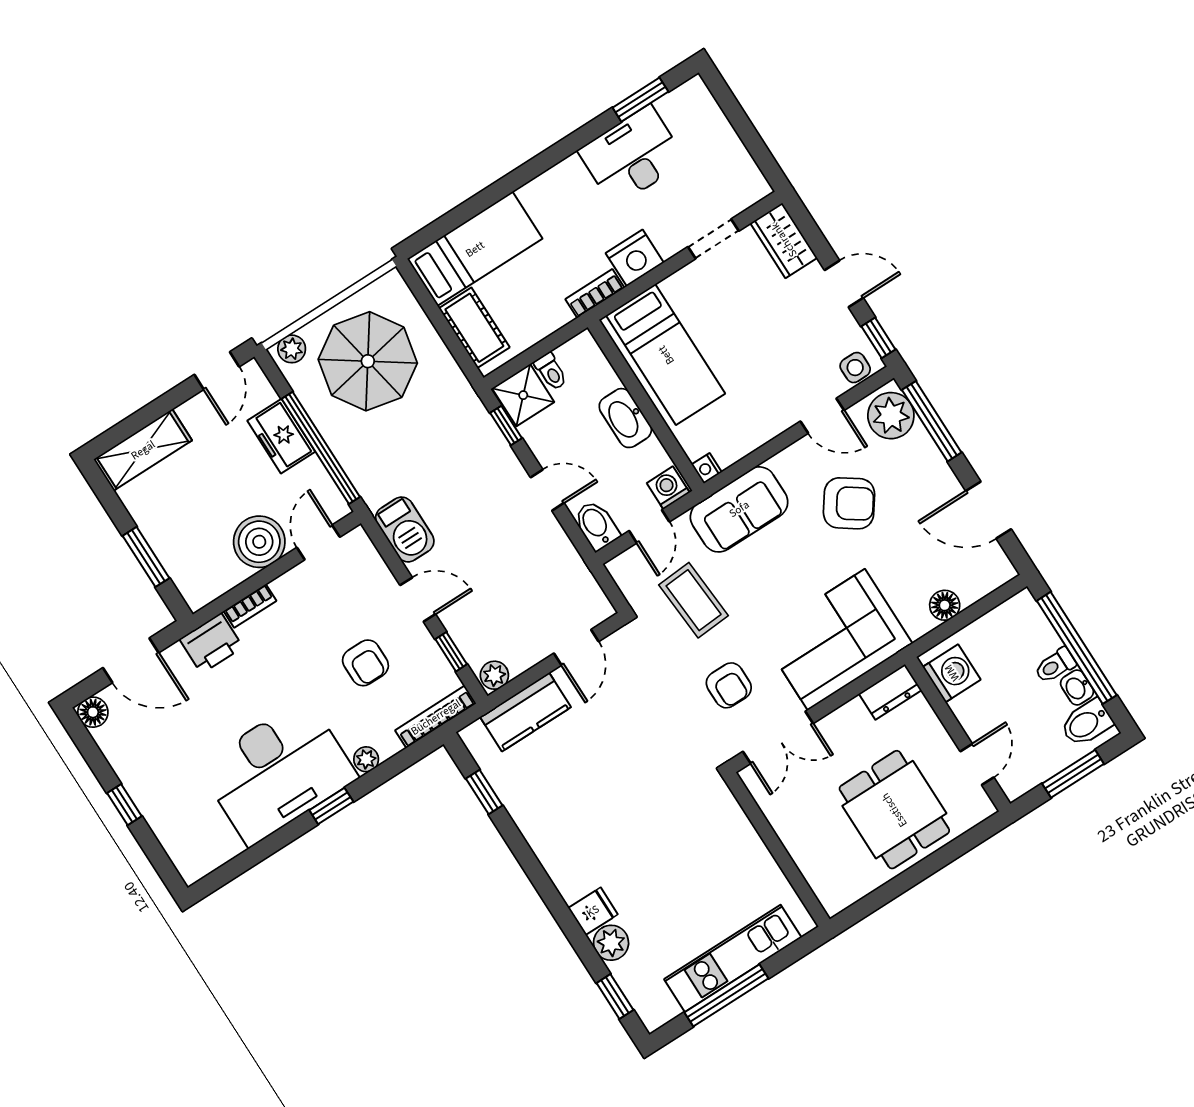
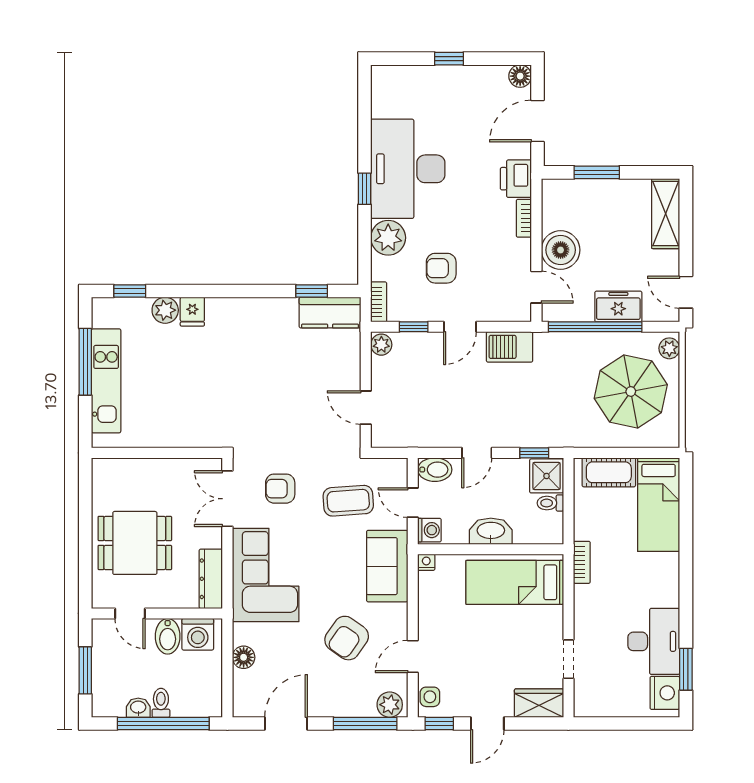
nightstand: (635, 258) -> (665, 693), moved, turned 180
plant: (891, 416) -> (390, 705), width x0.73, depth x0.73
dresser: (890, 692) -> (211, 579), width x1.44
kitchen counter: (525, 712) -> (330, 313), moved, turned -90
bookcase: (436, 717) -> (379, 302), width x0.64
bidet: (1087, 723) -> (168, 636), moved, turned 180
plant: (366, 759) -> (388, 238), width x1.87, depth x1.87

